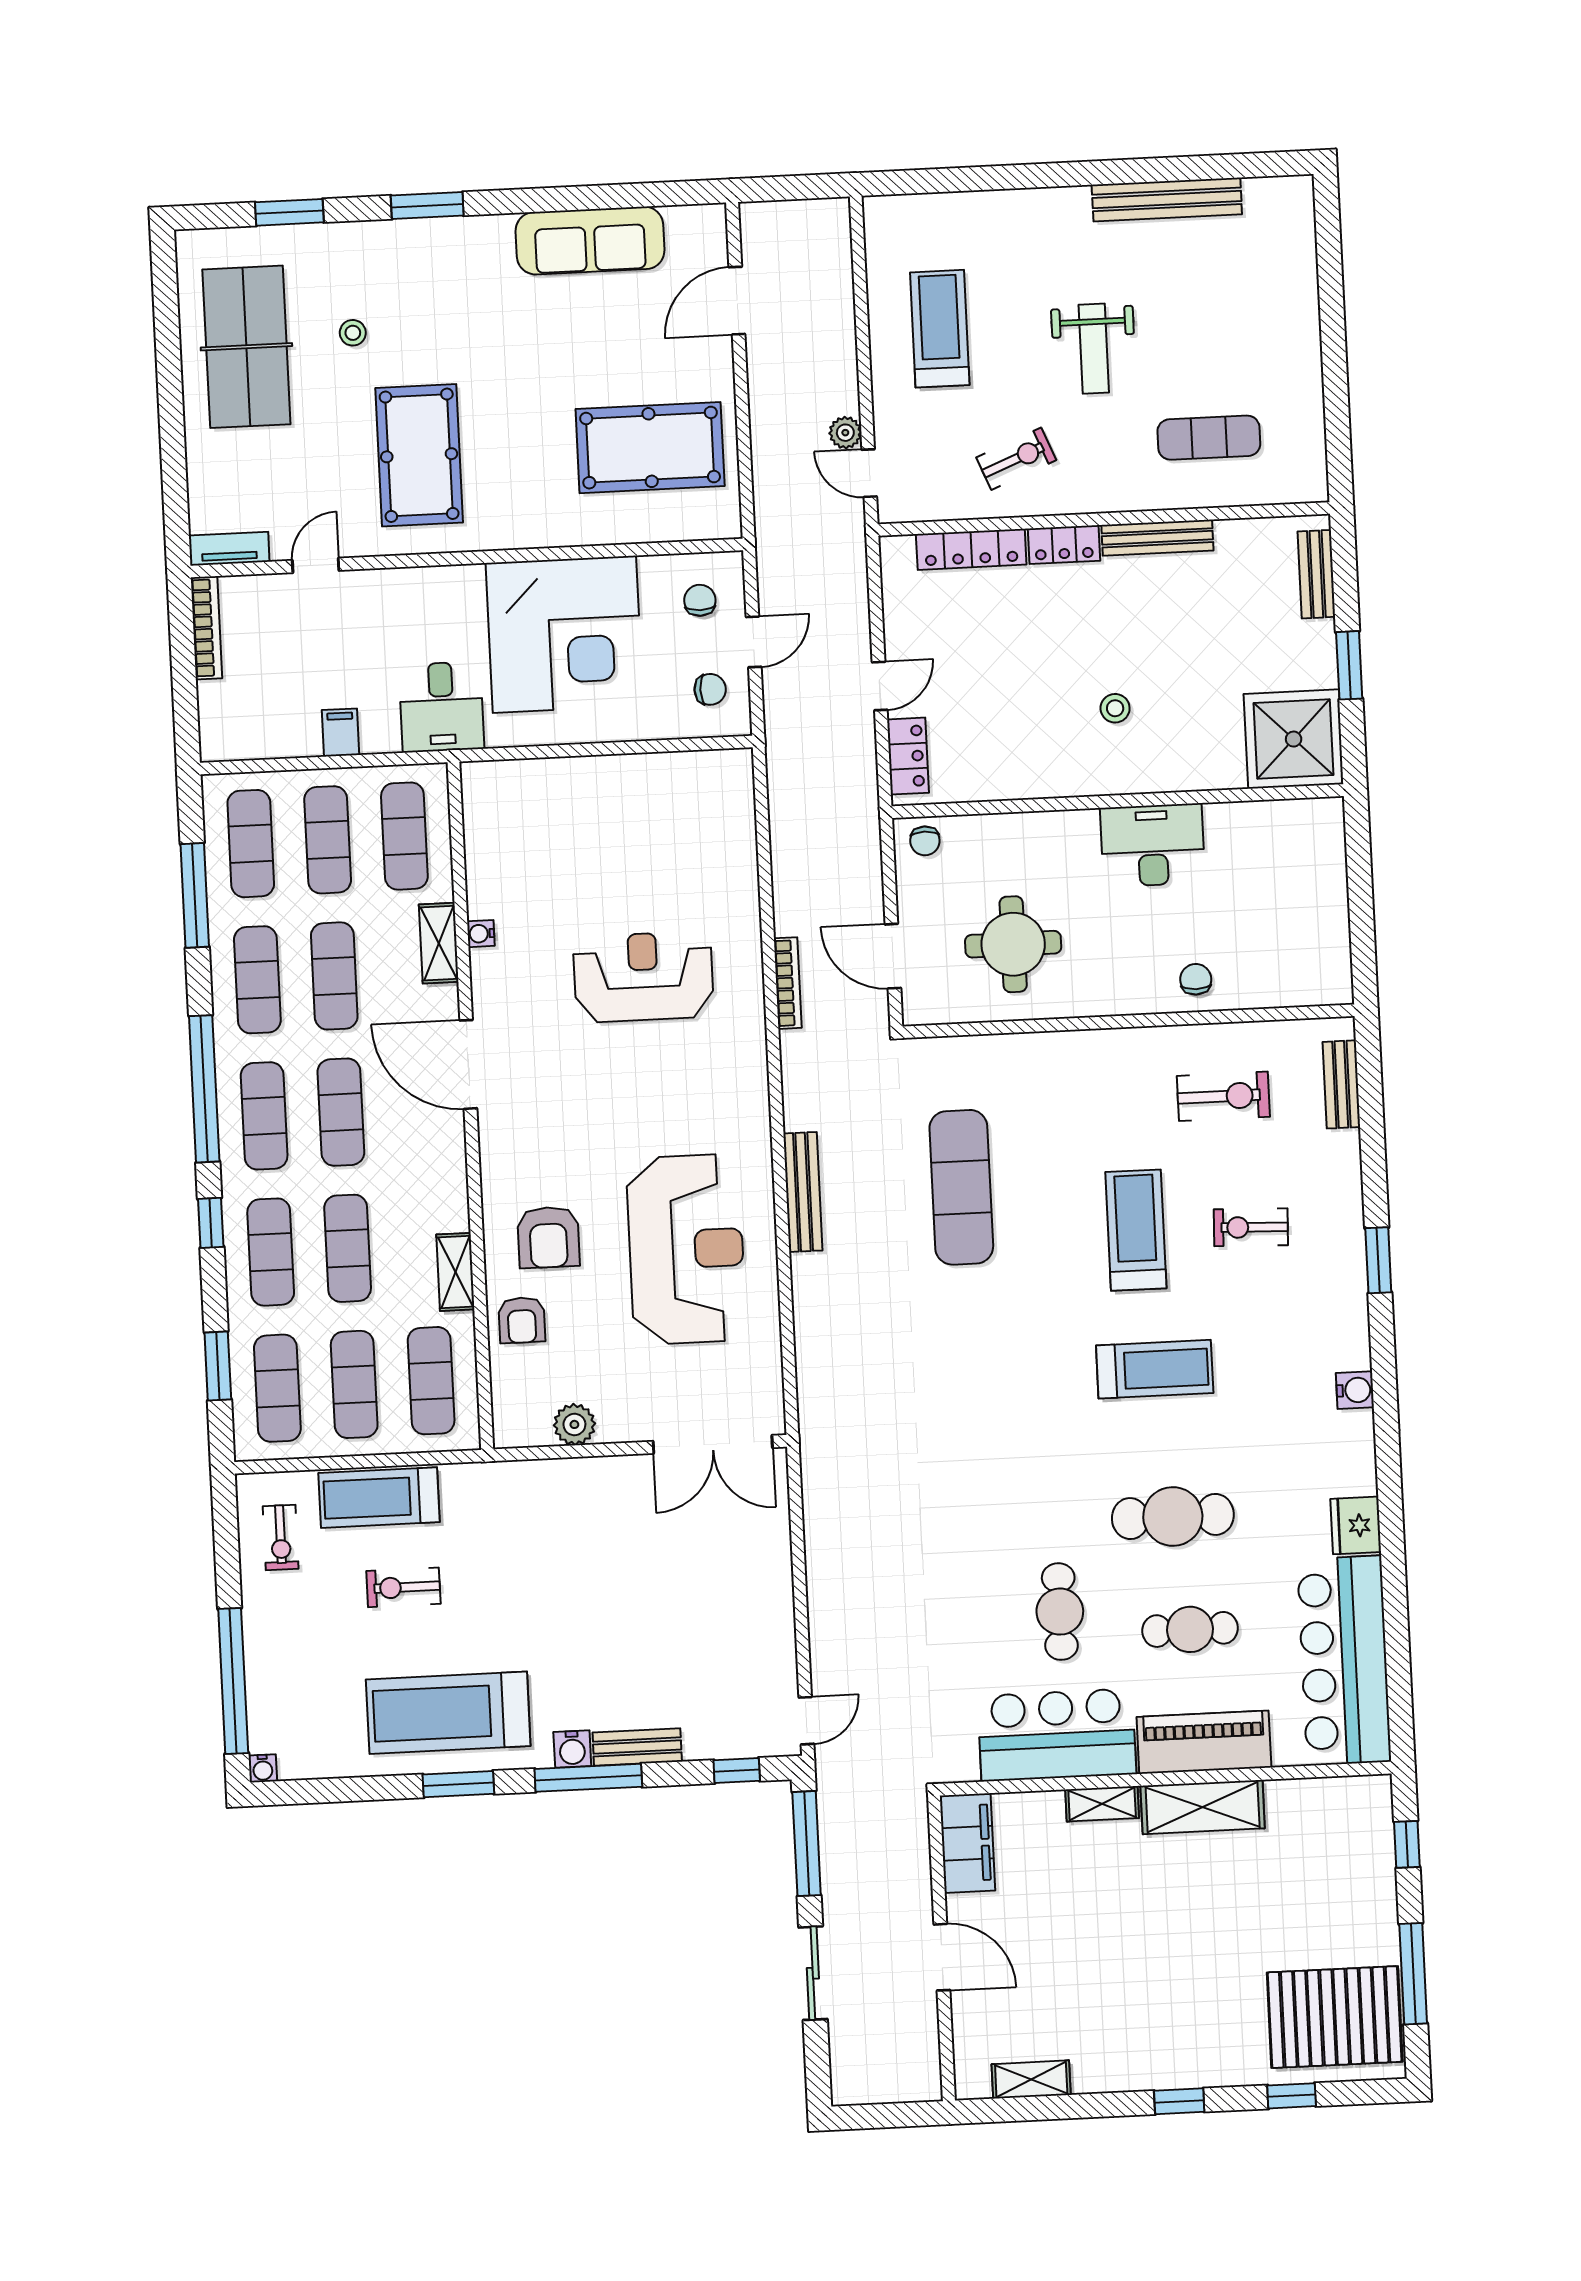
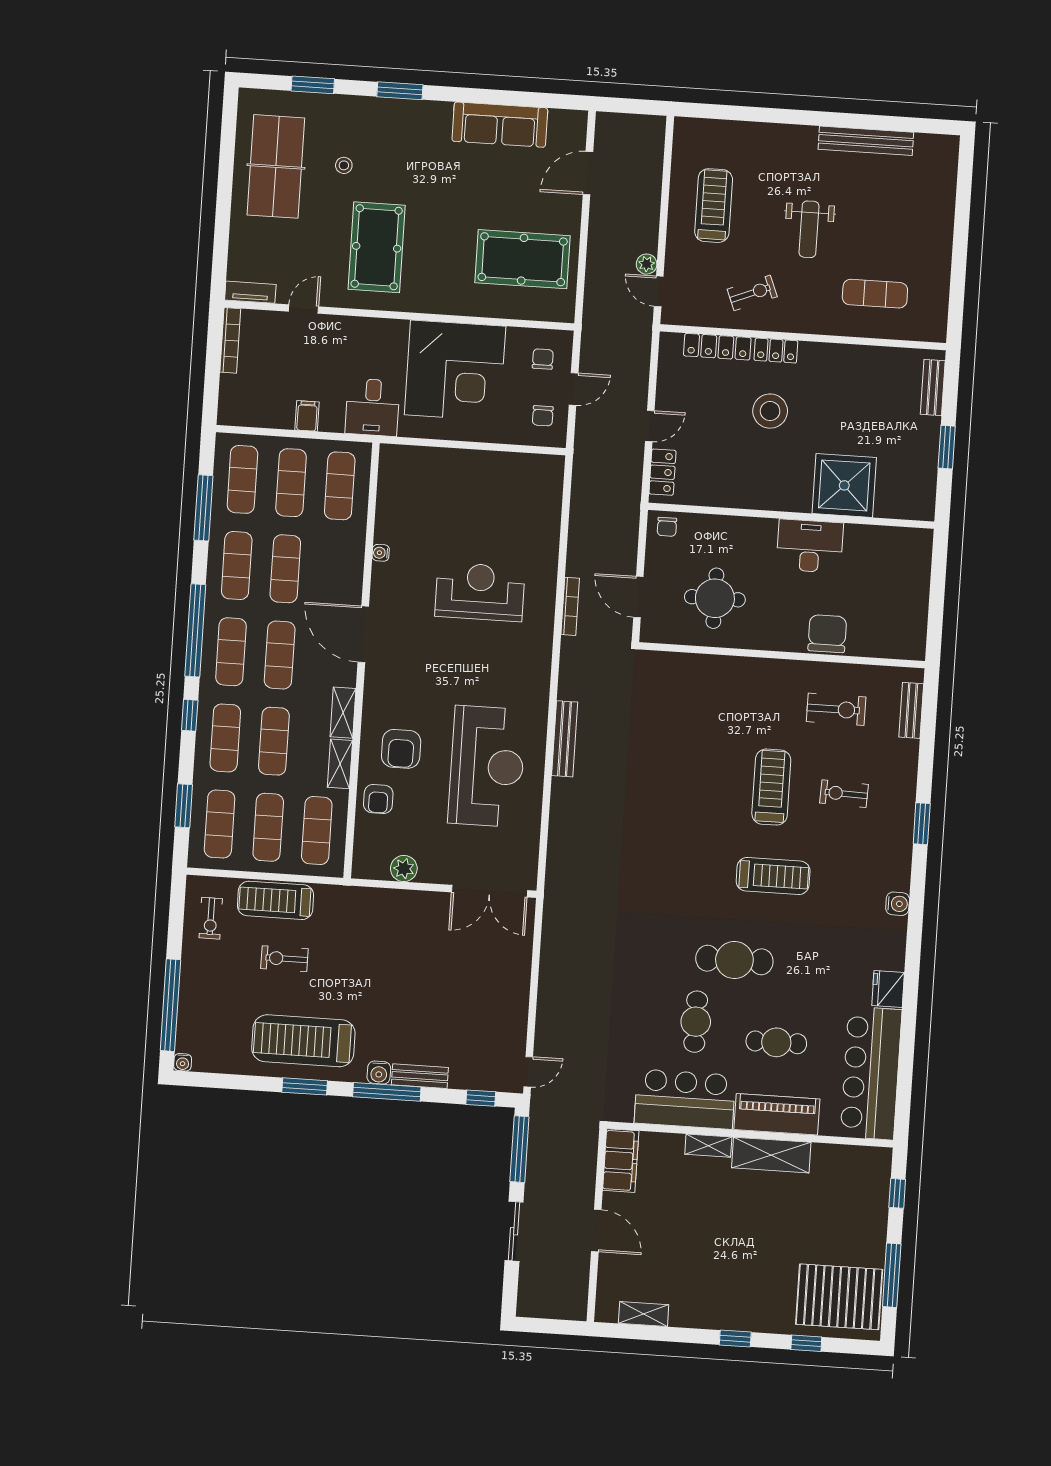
bench: (1157, 538) -> (835, 353), removed
chair: (710, 689) -> (543, 416), turned 90
stool: (1115, 708) -> (770, 411), moved, width x1.89, depth x1.89
shower: (1294, 739) -> (844, 485), moved
shelving: (439, 943) -> (343, 713), moved
chair: (1196, 979) -> (827, 634), width x1.87, depth x1.87
exercise mat: (961, 1187) -> (665, 747), removed
cafe table: (1173, 1516) -> (734, 960), moved

